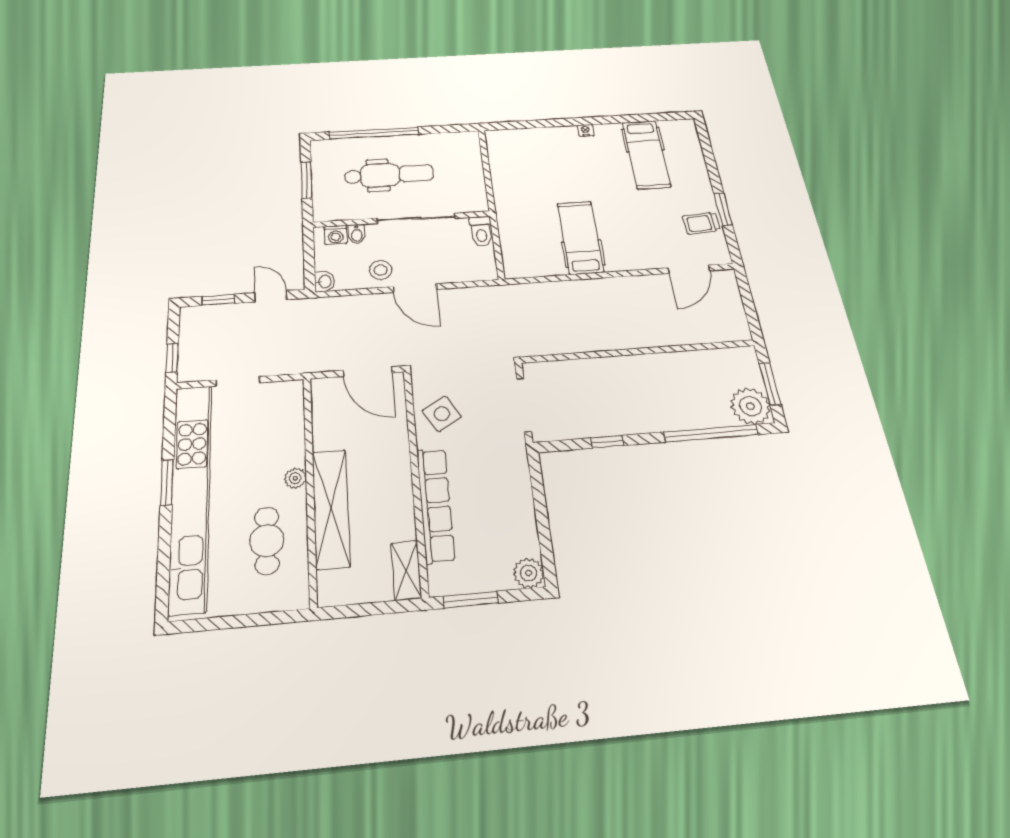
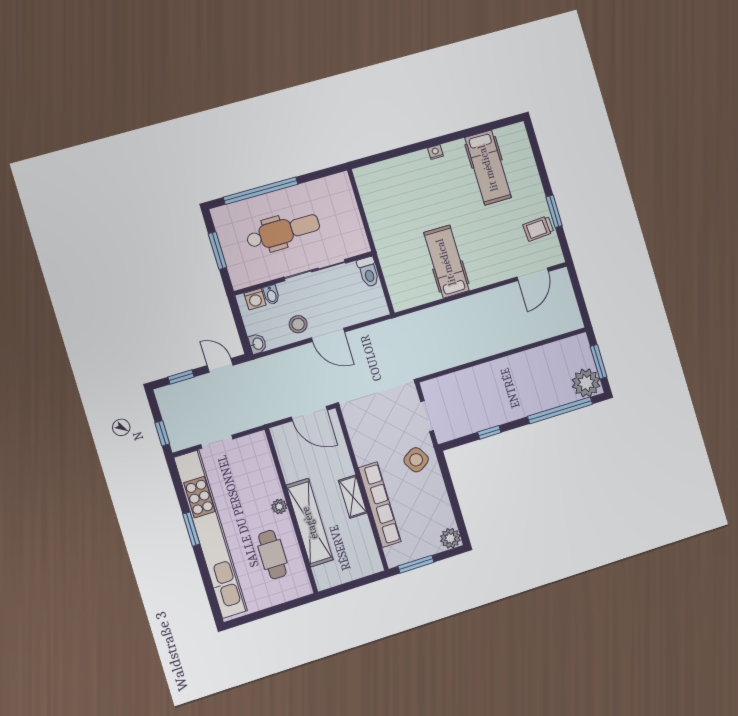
doorway: (524, 405) -> (427, 416), width x0.73
side table: (442, 414) -> (416, 460), moved
shelving: (406, 570) -> (353, 497), moved

